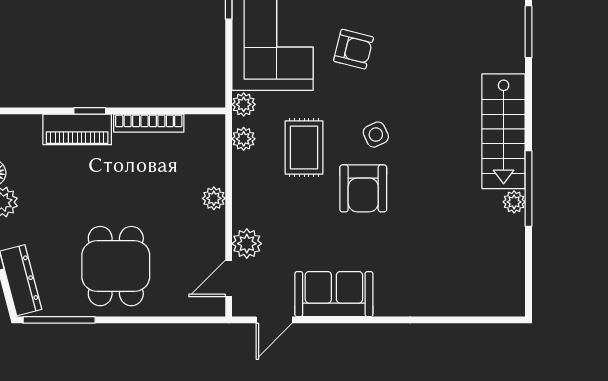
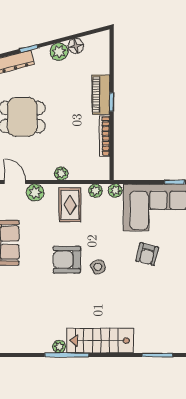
rug: (304, 147) -> (70, 205), moved, turned 90

